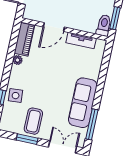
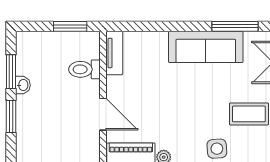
toilet: (104, 25) -> (85, 69), moved
tv unit: (81, 40) -> (114, 53), moved

